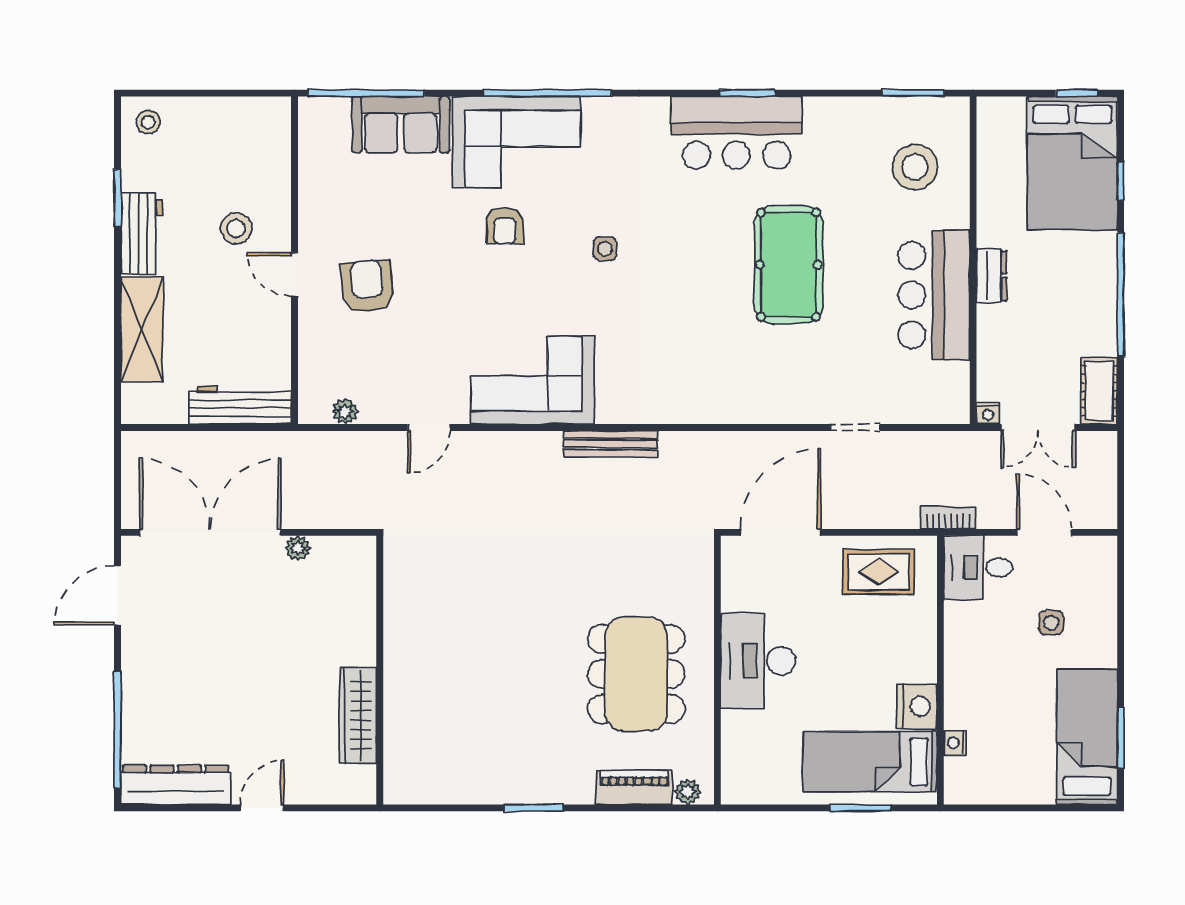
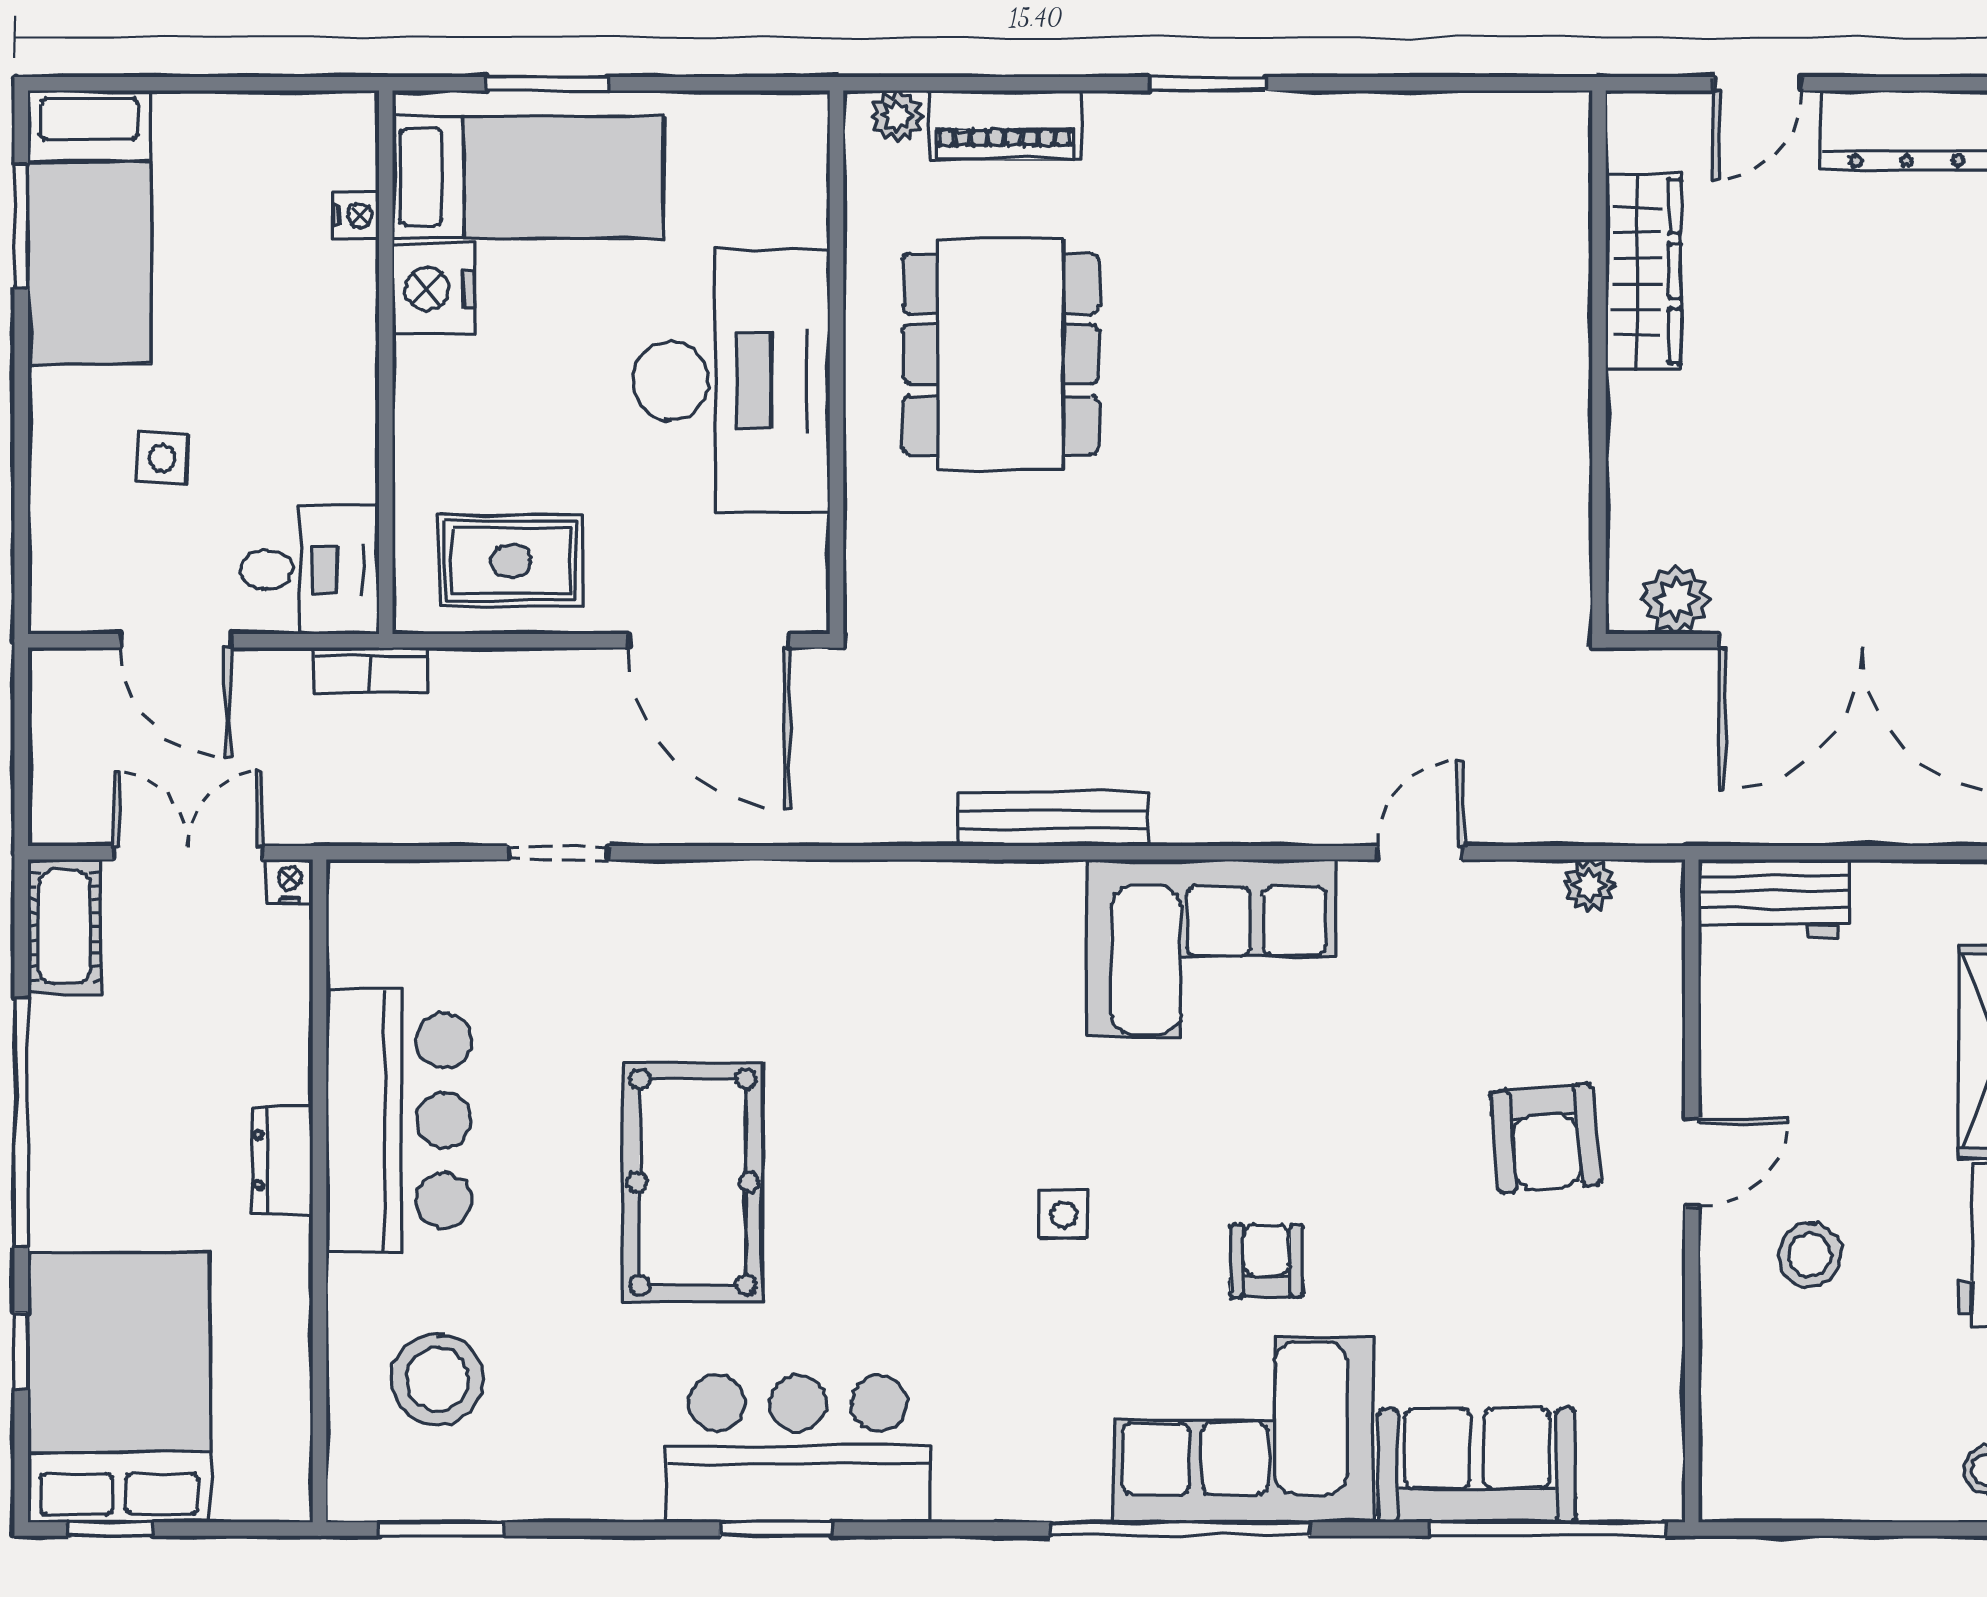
door: (295, 275) -> (1692, 1162), hinge flipped
workbench: (240, 405) -> (1774, 898), width x0.73
door: (781, 532) -> (709, 641), hinge flipped
plant: (298, 548) -> (1676, 599), width x1.38, depth x1.38
desk: (758, 661) -> (732, 381), width x1.36, depth x1.30
wall: (380, 670) -> (1599, 362), moved
wardrobe: (358, 715) -> (1643, 271), moved

